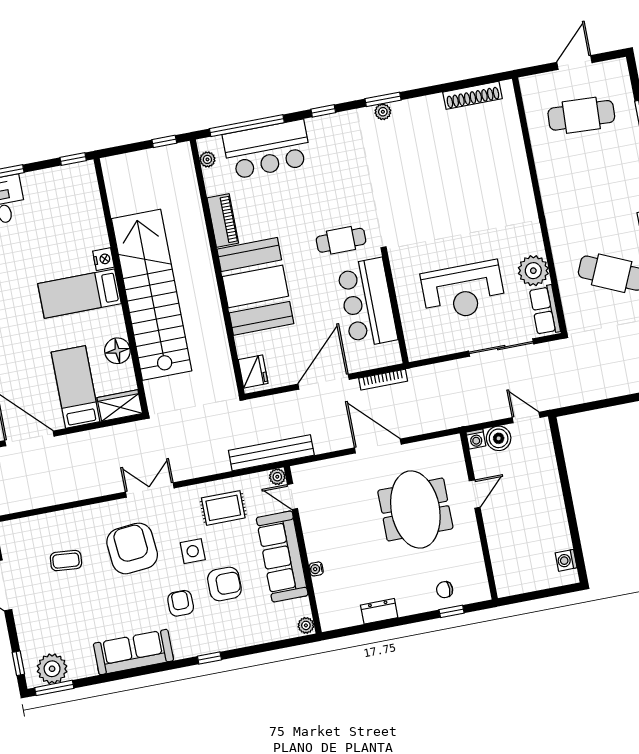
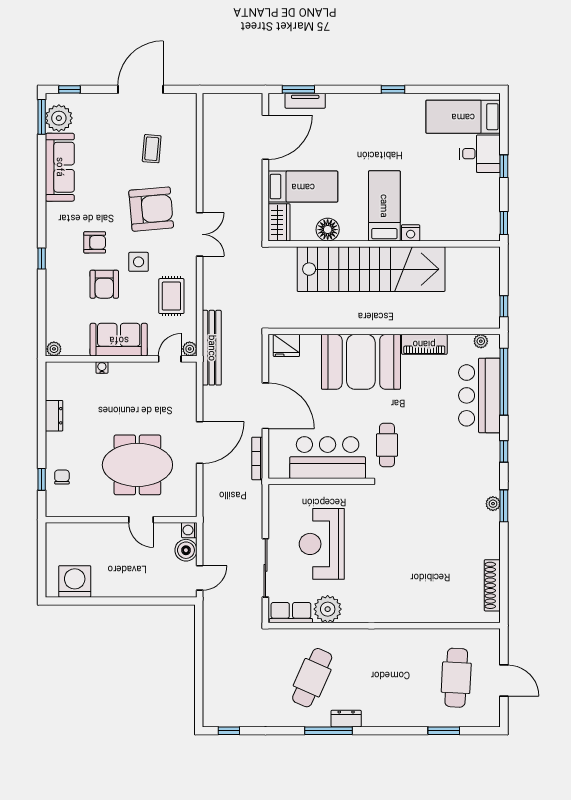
sofa: (282, 556) -> (119, 340), width x0.73
washing machine: (566, 560) -> (75, 581), width x1.89, depth x1.89
sofa: (133, 652) -> (60, 167), moved

